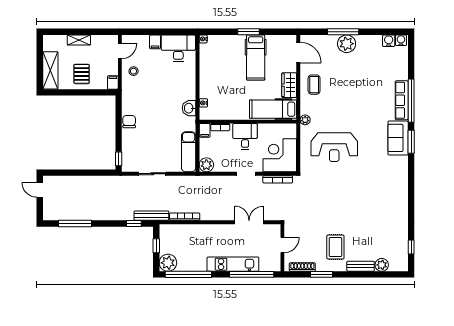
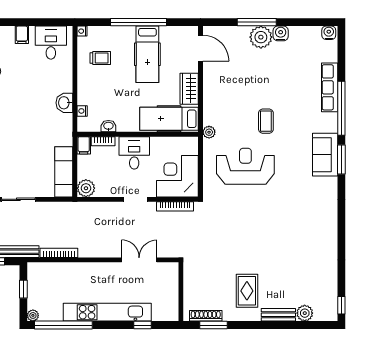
window: (248, 32) -> (138, 22), width x2.11
water cooler: (389, 41) -> (281, 33), moved
desk: (178, 48) -> (51, 43), width x0.73
trolley: (218, 60) -> (100, 58), added
coffee table: (314, 85) -> (266, 121), moved
row of seats: (402, 100) -> (330, 87), moved
washbasin: (189, 108) -> (64, 103), moved
washbasin: (224, 115) -> (108, 126), added
reception desk: (334, 147) -> (245, 166), turned 180
door: (282, 245) -> (181, 288), removed
window: (411, 247) -> (341, 305), moved
plant: (168, 263) -> (33, 315), width x0.53, depth x0.53
kitchen unit: (233, 264) -> (107, 312), width x1.36
window: (252, 274) -> (142, 325), width x0.32
window: (322, 274) -> (213, 325), moved

